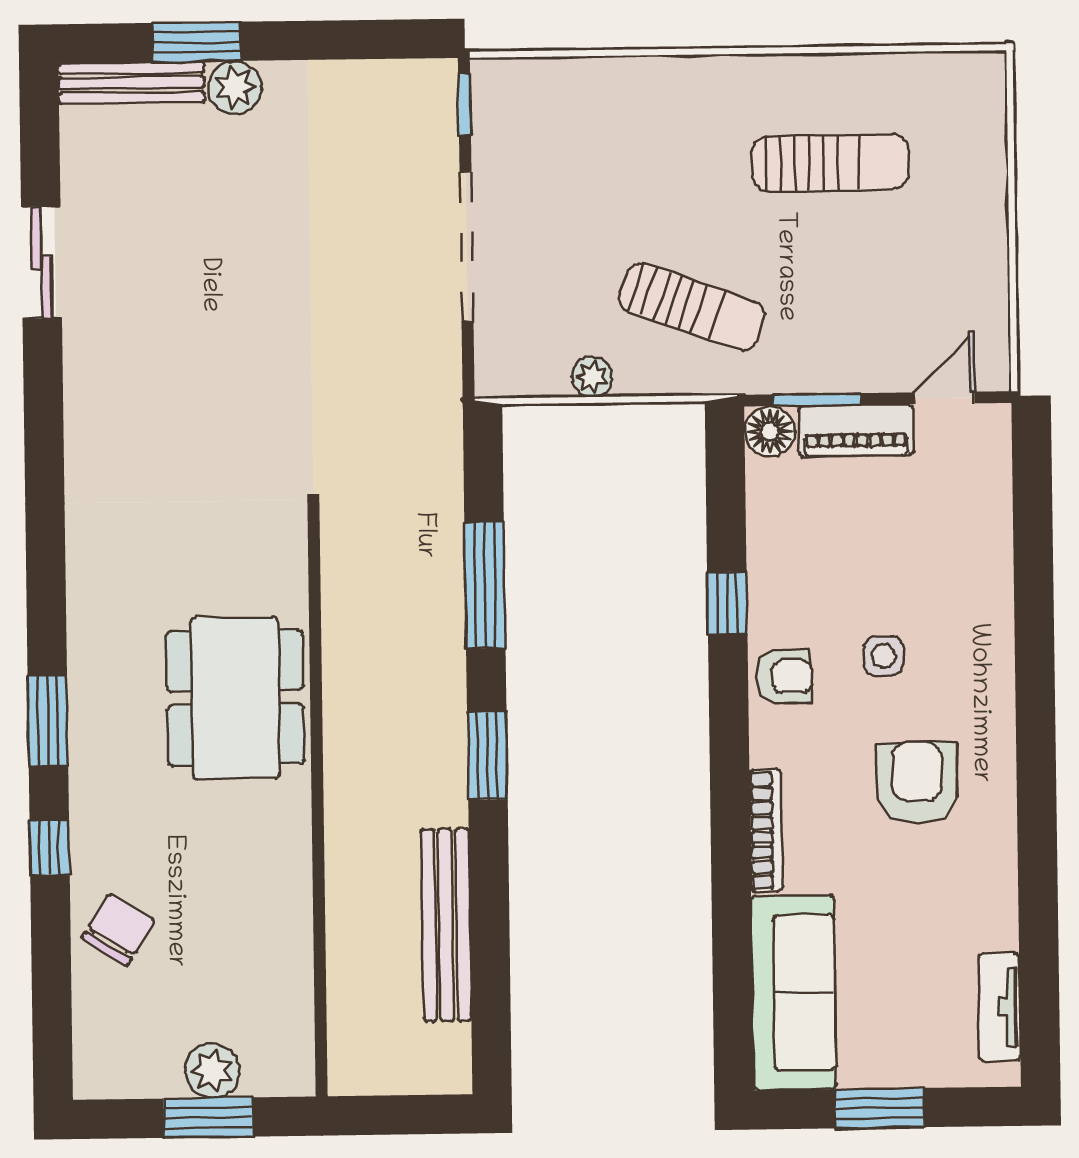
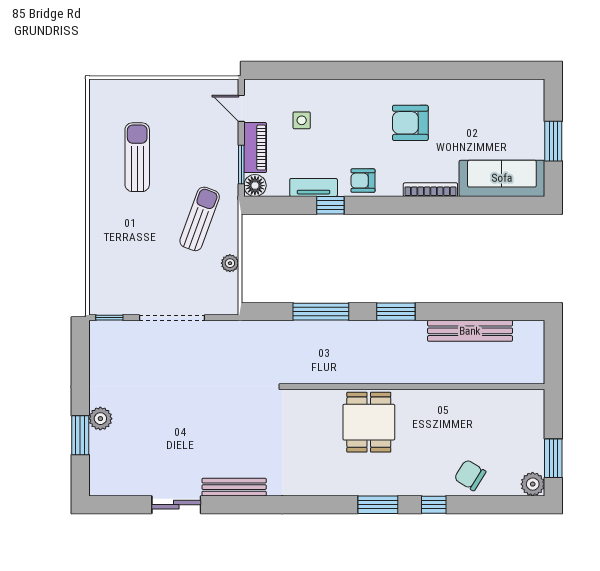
bench: (131, 83) -> (234, 487), moved, turned 90
side table: (884, 656) -> (302, 120), moved
armchair: (784, 677) -> (363, 181), turned -90
dining table: (235, 698) -> (369, 422), width x0.73
tv unit: (999, 1007) -> (314, 187), moved, turned 180
plant: (212, 1071) -> (533, 484), moved
window: (208, 1118) -> (553, 458), moved

